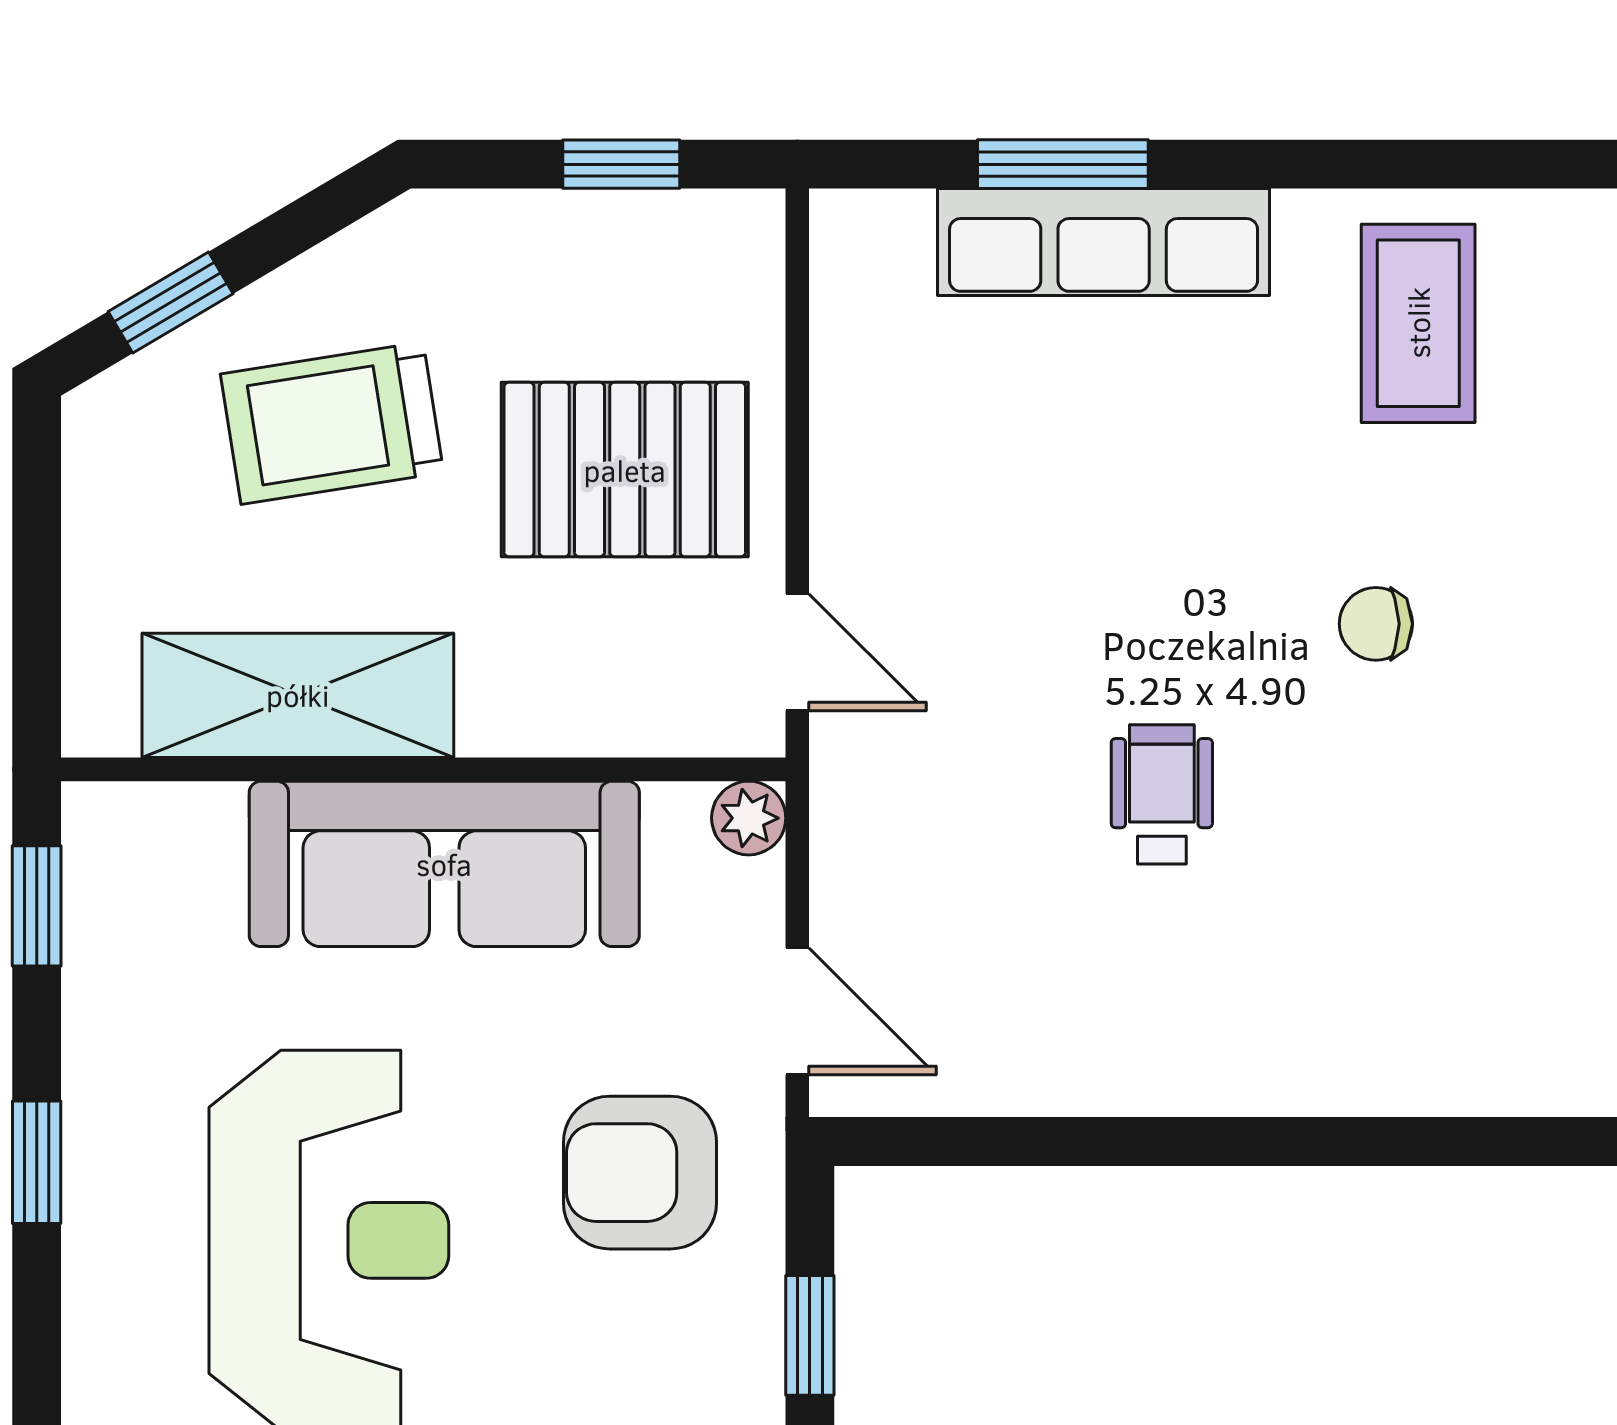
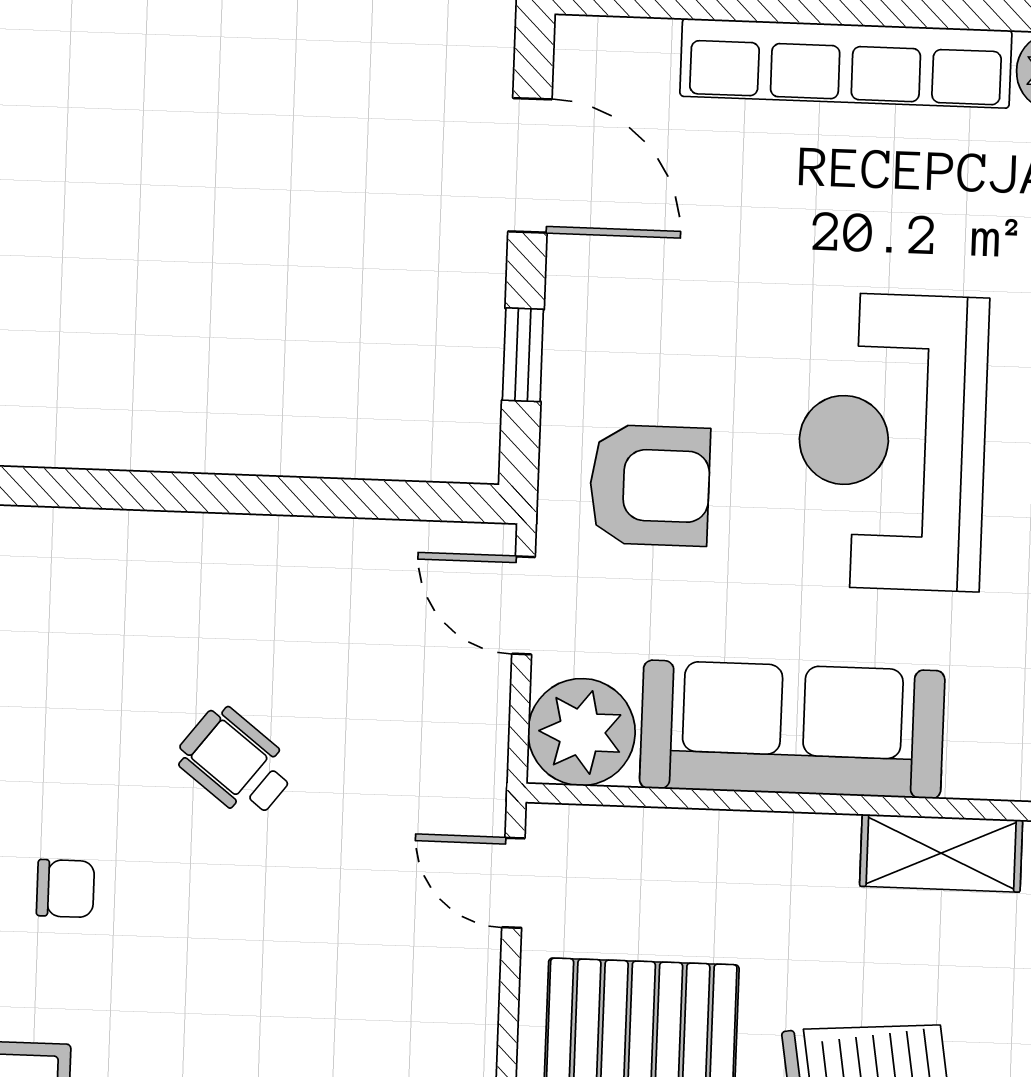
shelving: (298, 695) -> (941, 853), width x0.67, depth x0.75
wheelchair: (1162, 794) -> (236, 763), turned 128
plant: (749, 818) -> (582, 732), width x1.88, depth x1.88

